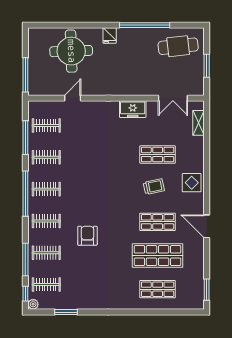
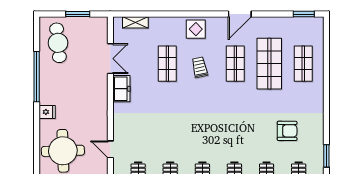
double door: (173, 98) -> (110, 59), moved
armchair: (87, 236) -> (287, 131), moved, turned 180

